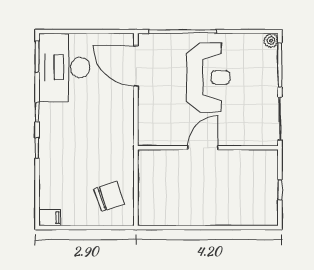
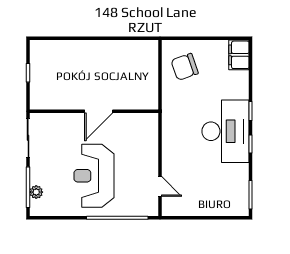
plant: (271, 40) -> (36, 192), moved
door: (136, 66) -> (160, 186), width x0.53
desk: (64, 67) -> (226, 131), moved
filing cabinet: (50, 218) -> (239, 55), width x2.00

